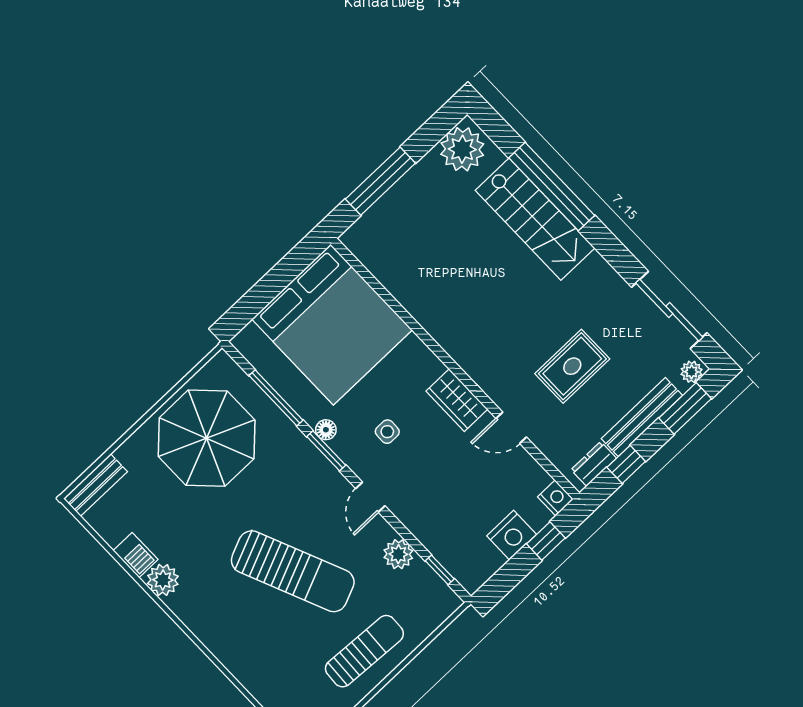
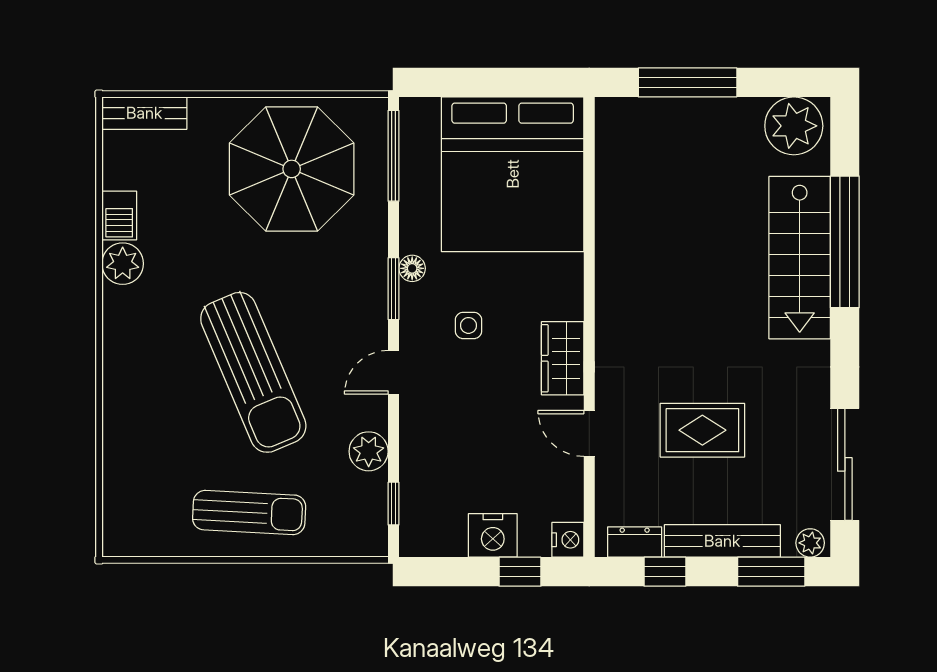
window: (276, 398) -> (394, 156), moved

